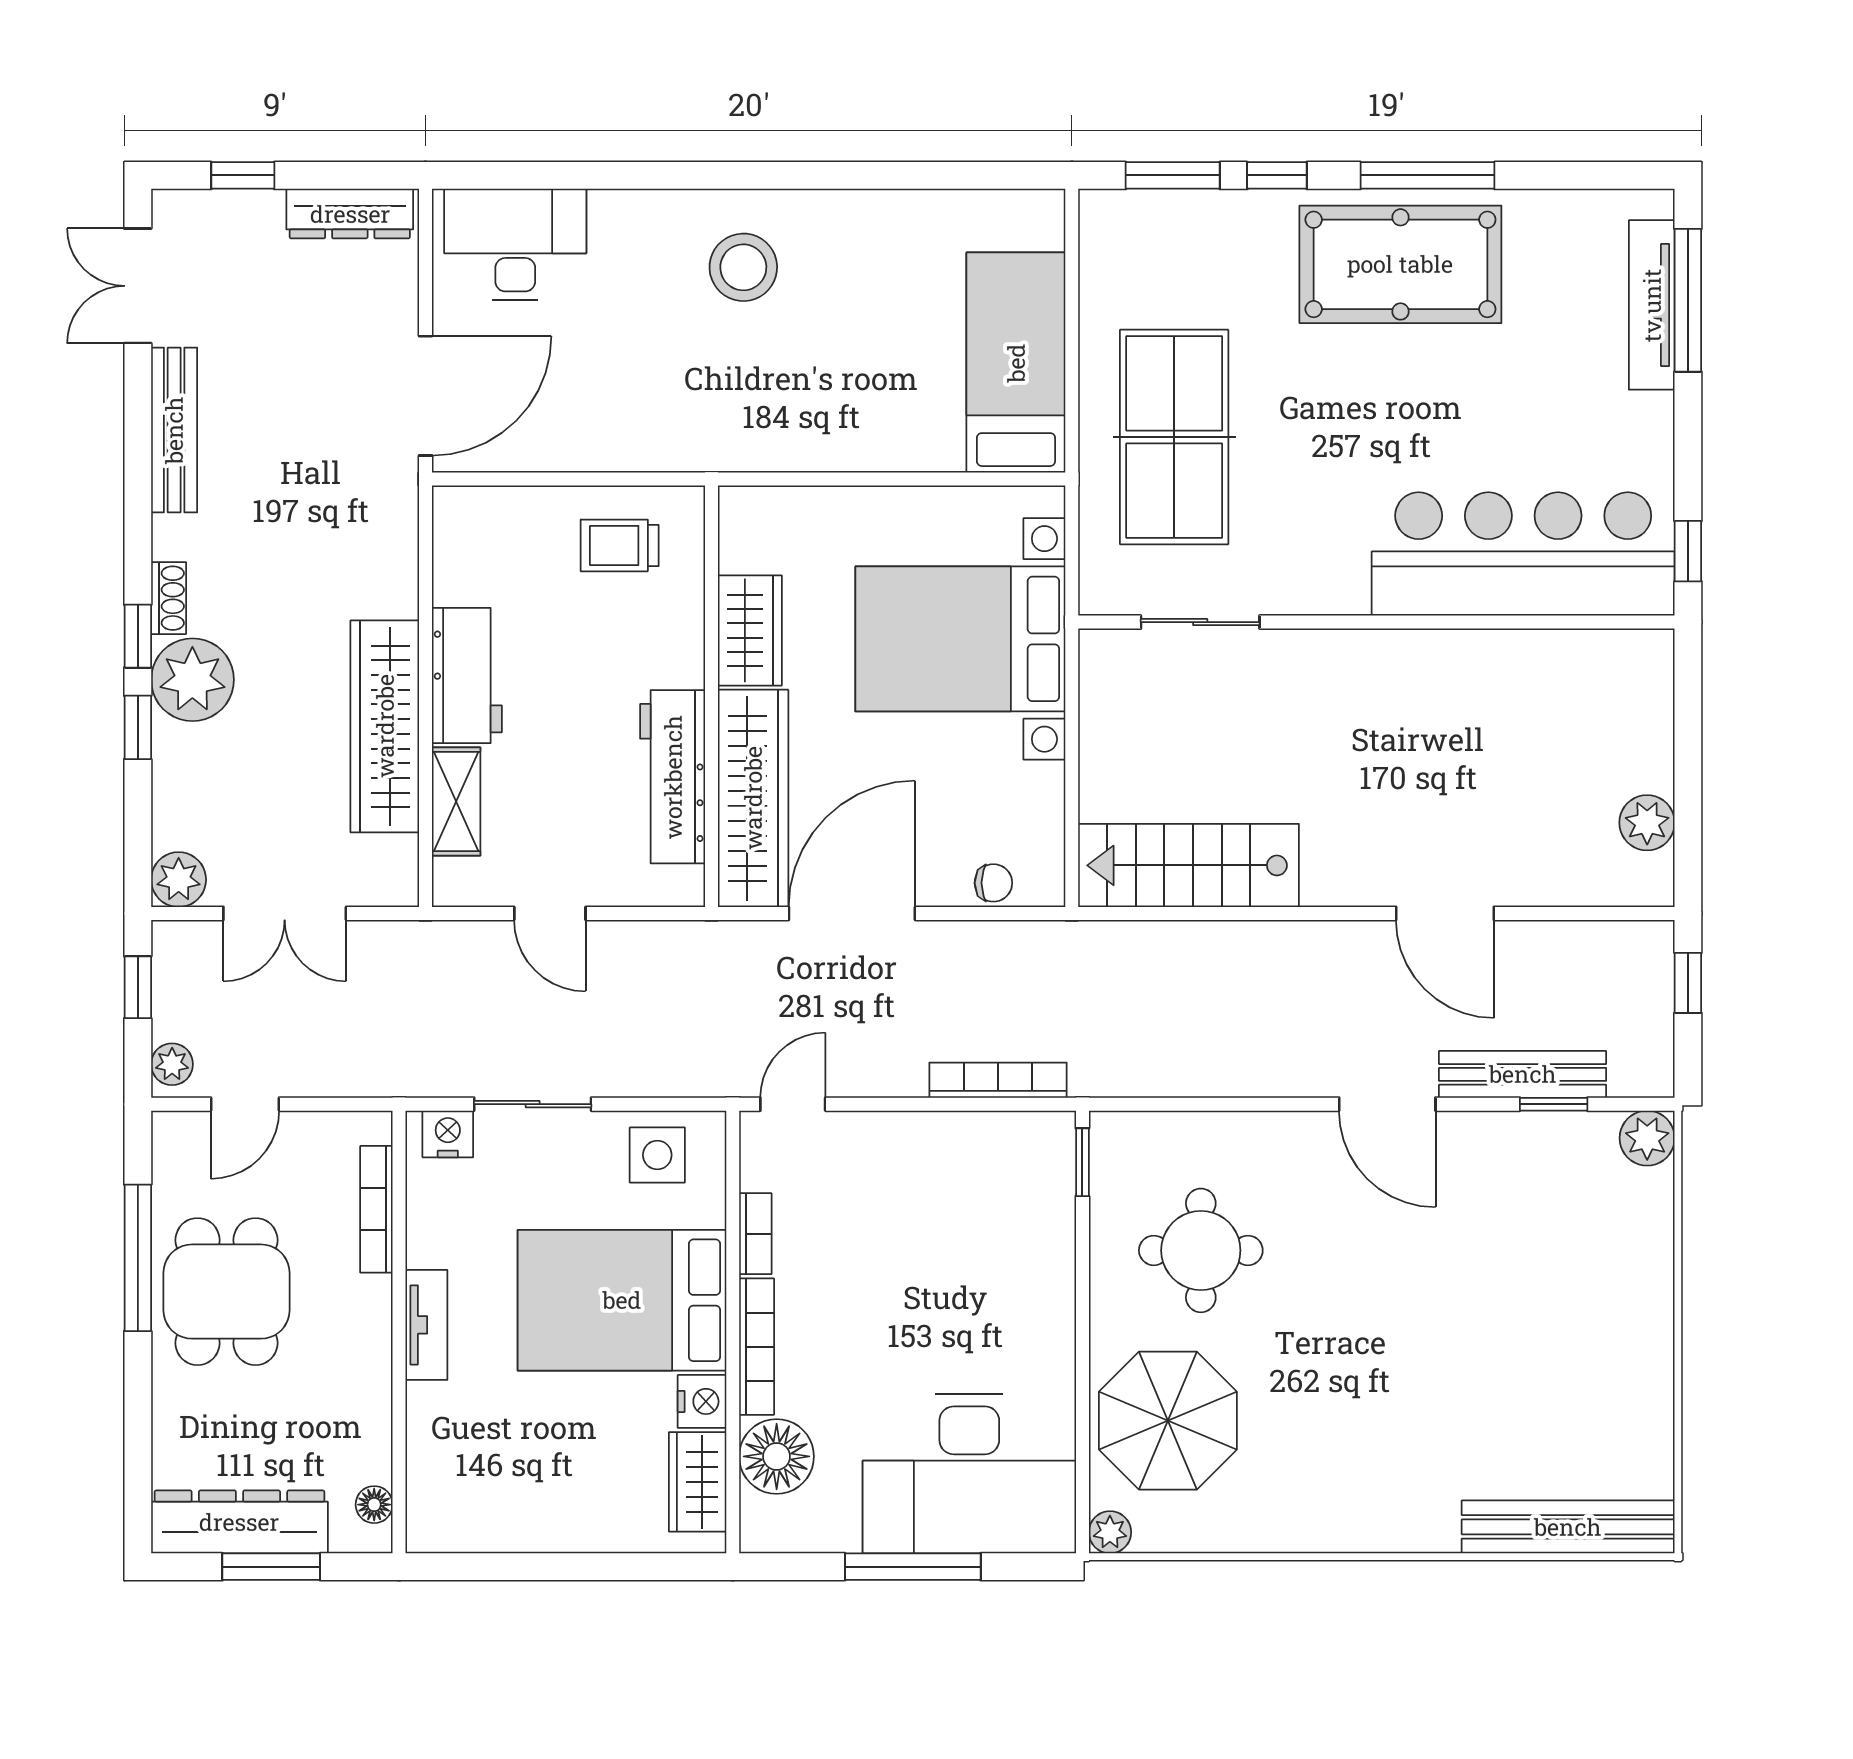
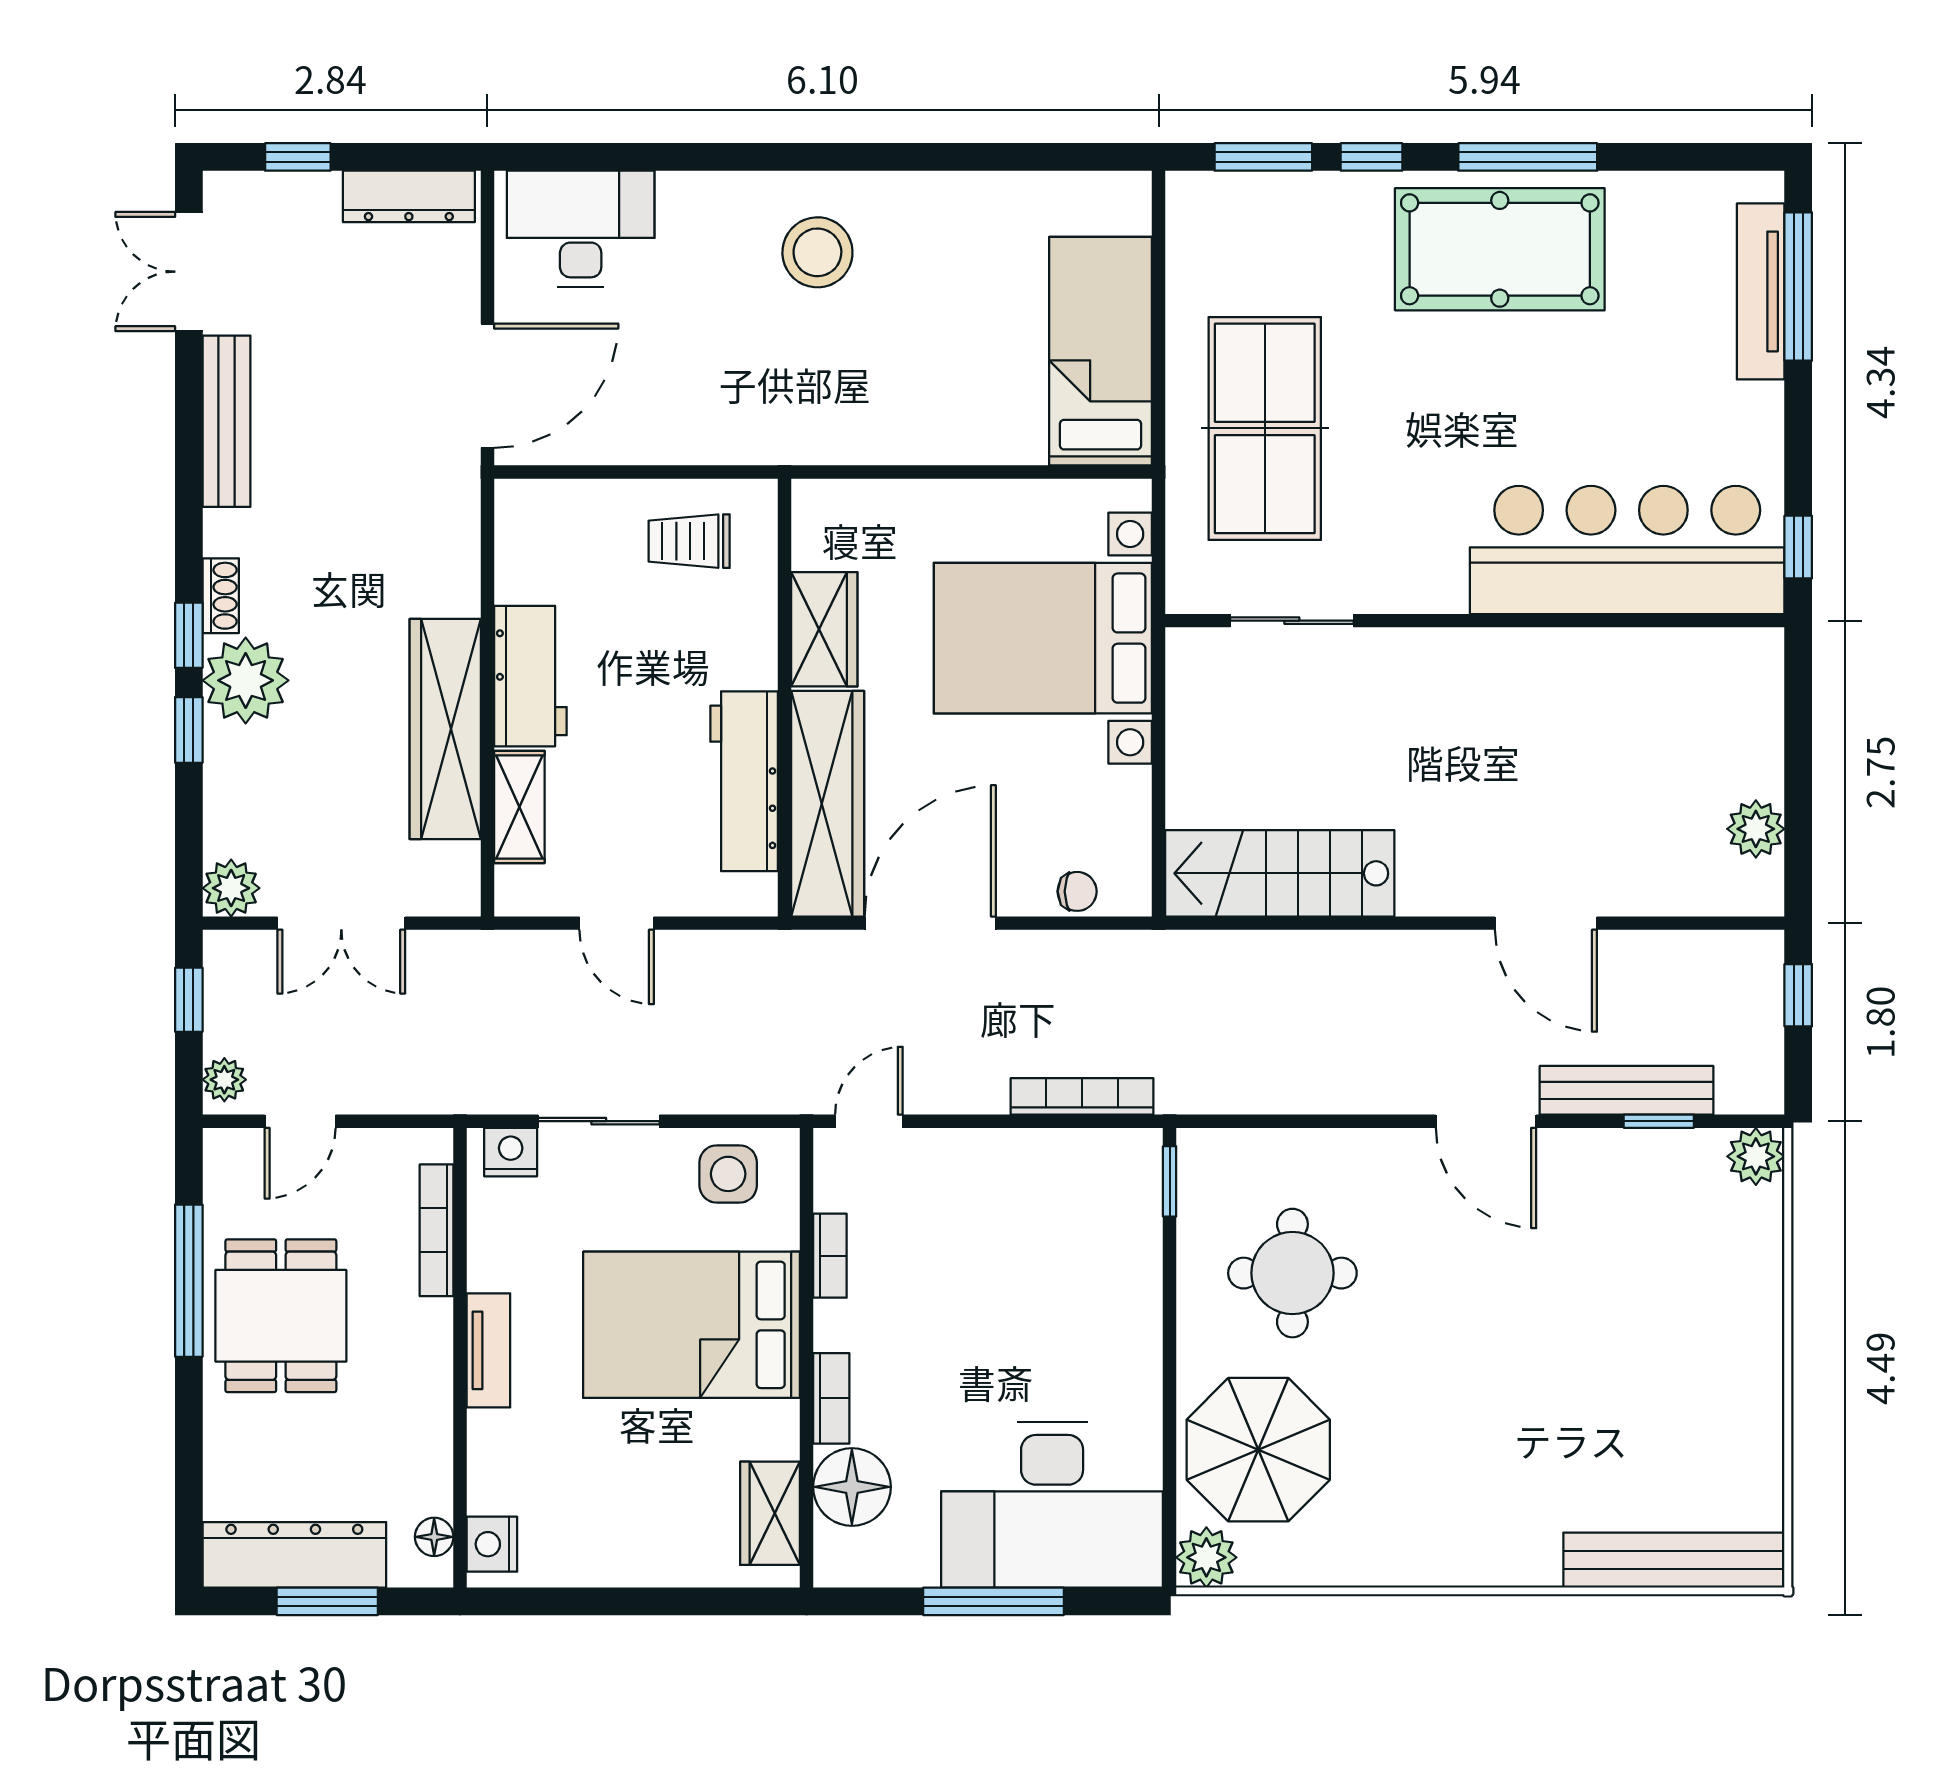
bookcase: (757, 1347) -> (831, 1398), width x0.64
nightstand: (702, 1401) -> (492, 1544), moved, turned 180
plant: (1110, 1532) -> (1206, 1557), width x1.38, depth x1.38

